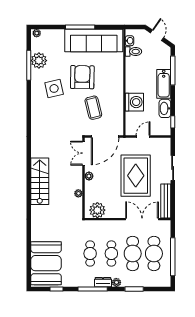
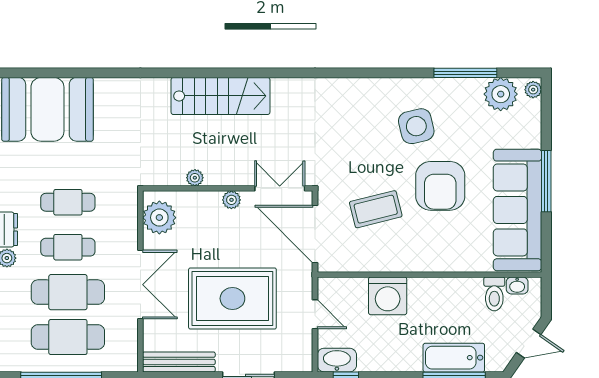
plant: (39, 61) -> (501, 94), moved
armchair: (82, 77) -> (440, 186), turned 89
bathtub: (164, 84) -> (454, 358), moved
washbasin: (165, 108) -> (337, 360), moved
double door: (142, 219) -> (140, 285), moved

